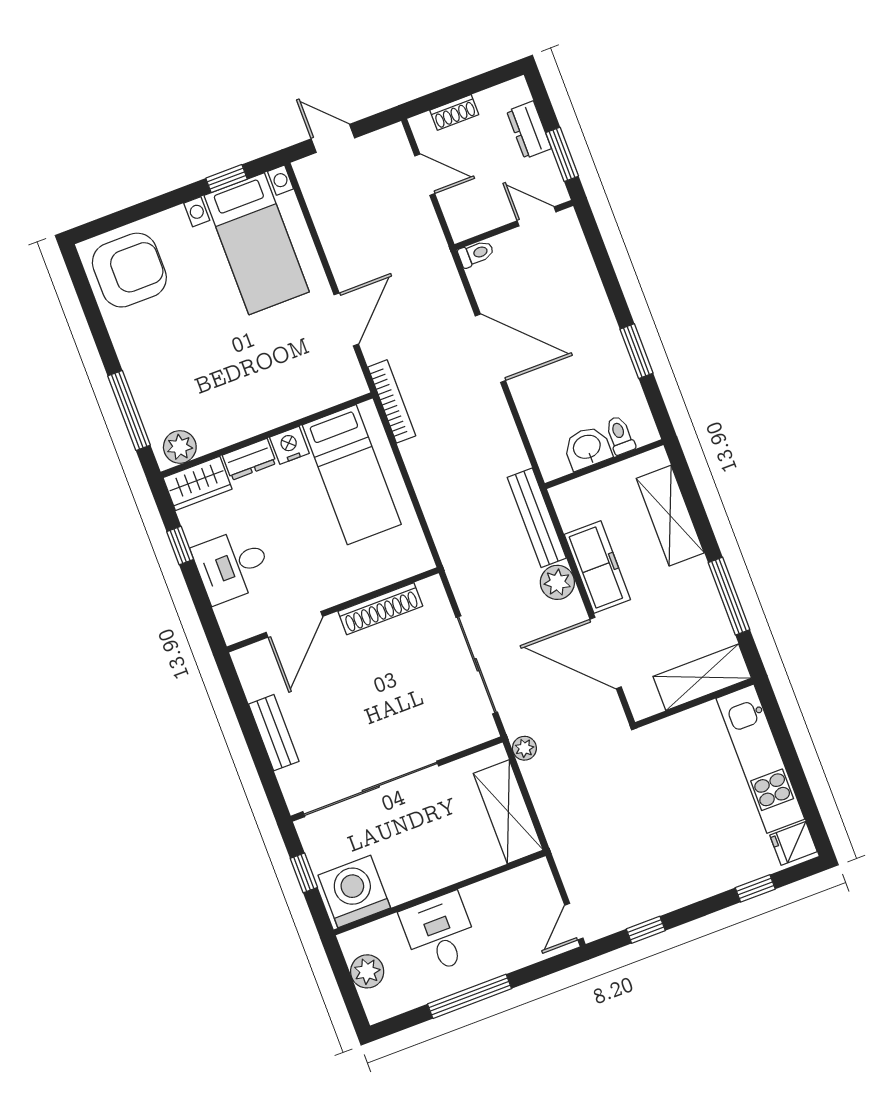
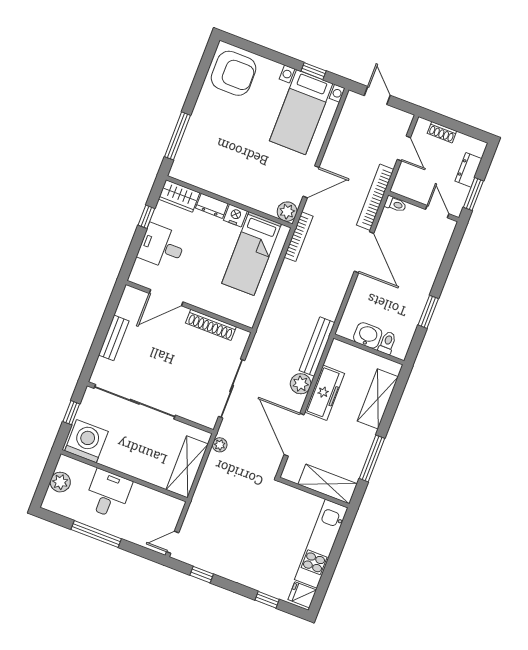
bookcase: (443, 267) -> (375, 197), added
plant: (180, 447) -> (287, 212), moved

